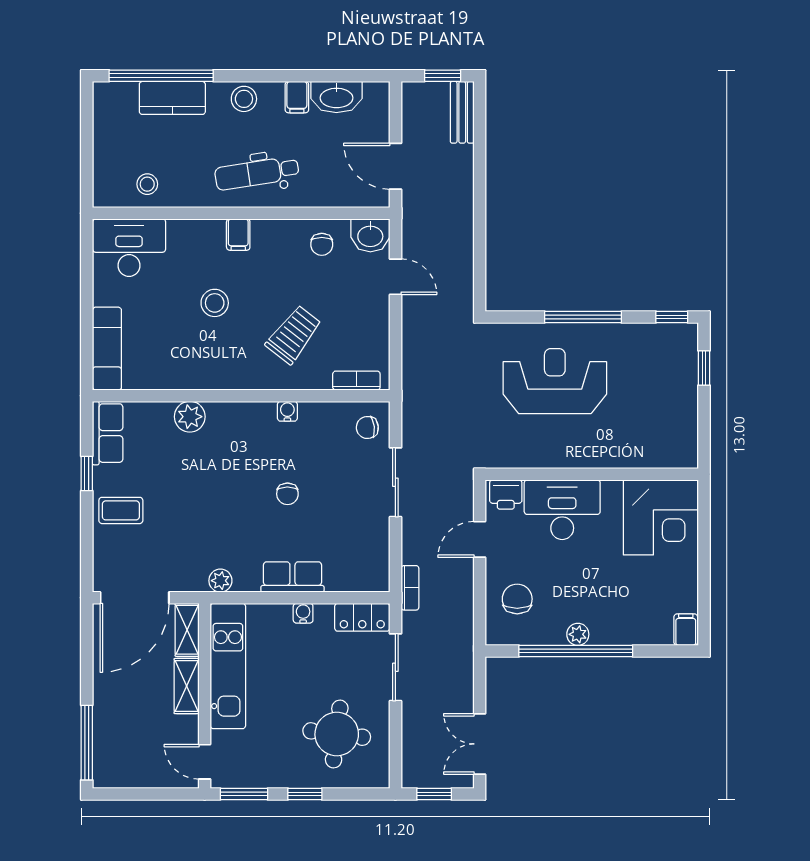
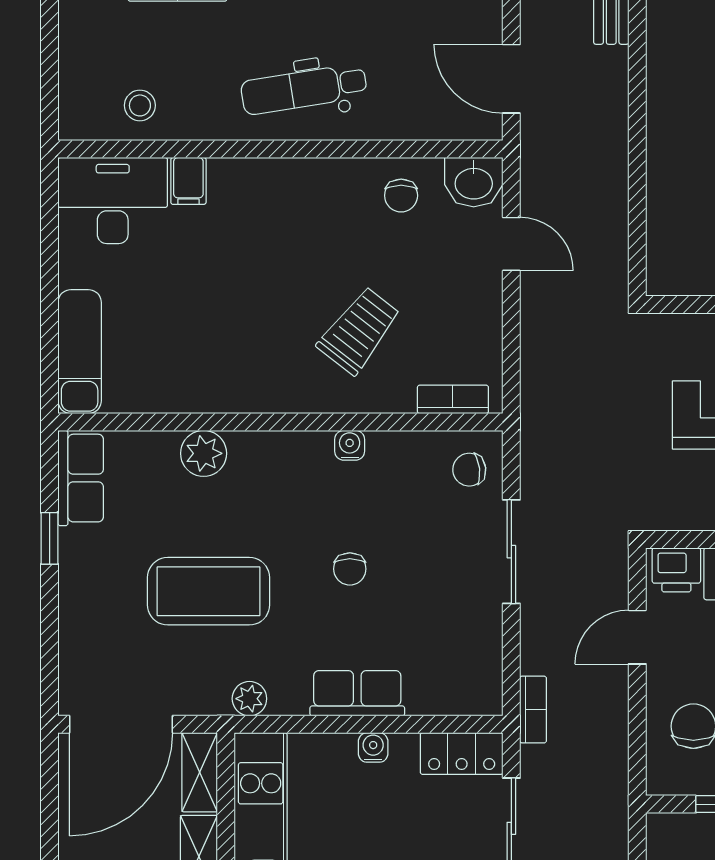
filing cabinet: (238, 235) -> (188, 181), moved
stool: (215, 303) -> (241, 283), removed
coffee table: (121, 510) -> (209, 591), moved, width x1.86, depth x1.72

